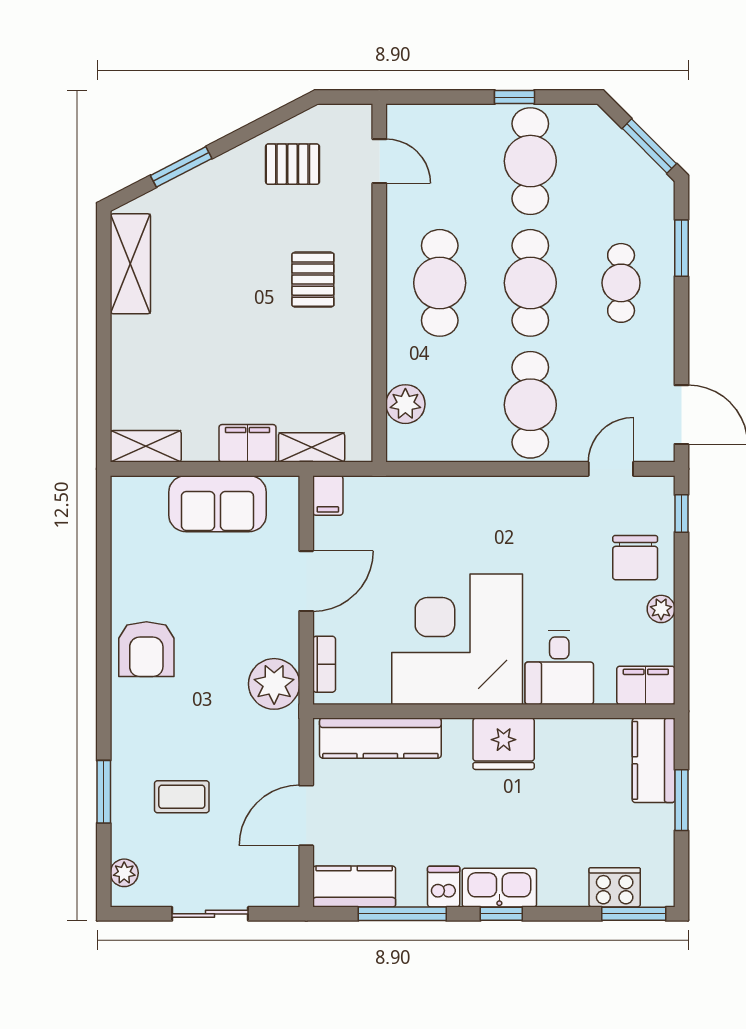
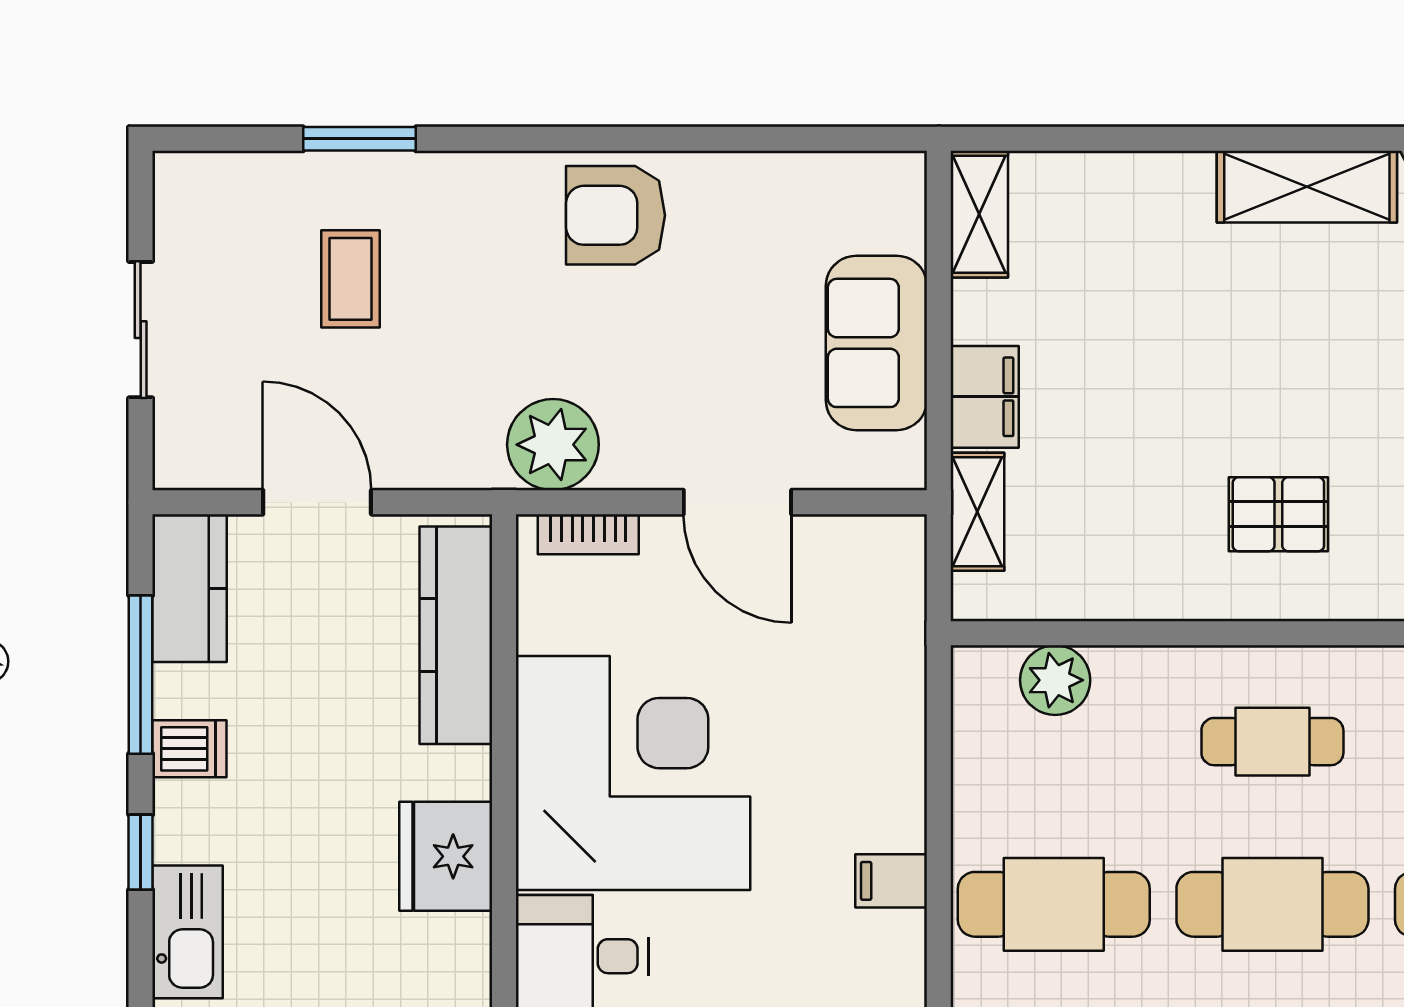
cafe table: (440, 283) -> (1272, 742), width x0.73, depth x0.74
filing cabinet: (328, 495) -> (891, 881), moved
plant: (124, 873) -> (214, 176), removed
kitchen sink: (499, 888) -> (188, 932), moved

